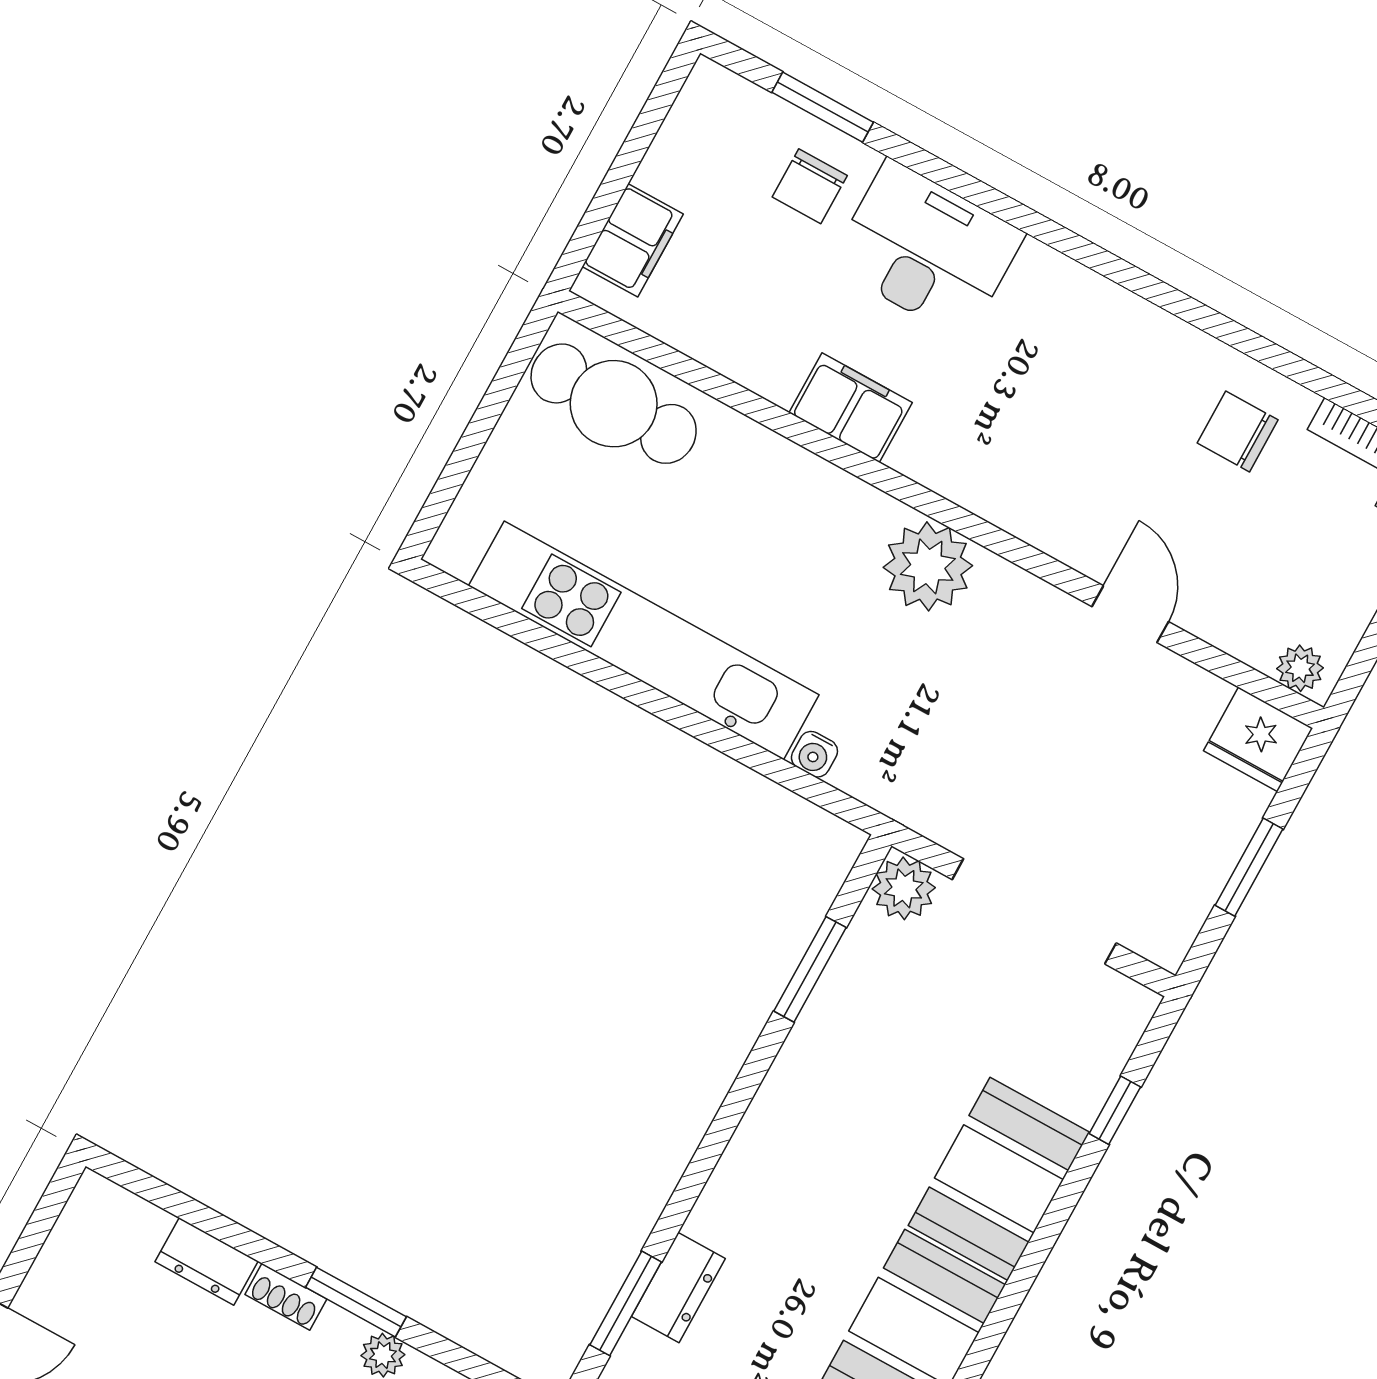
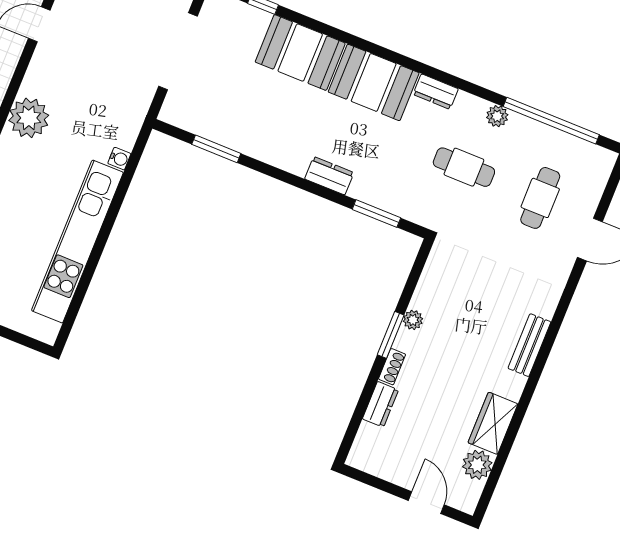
plant: (904, 888) -> (175, 111), removed
dresser: (678, 1288) -> (329, 176), moved

